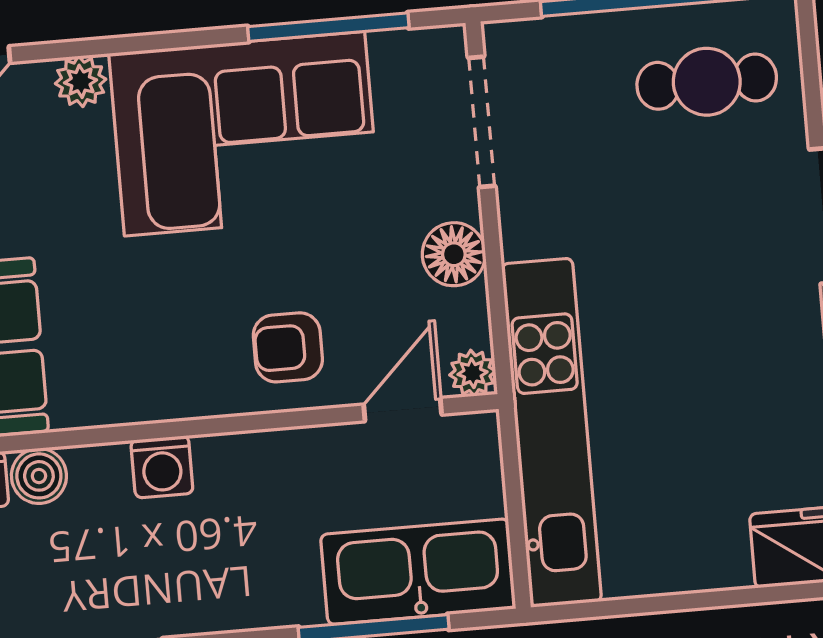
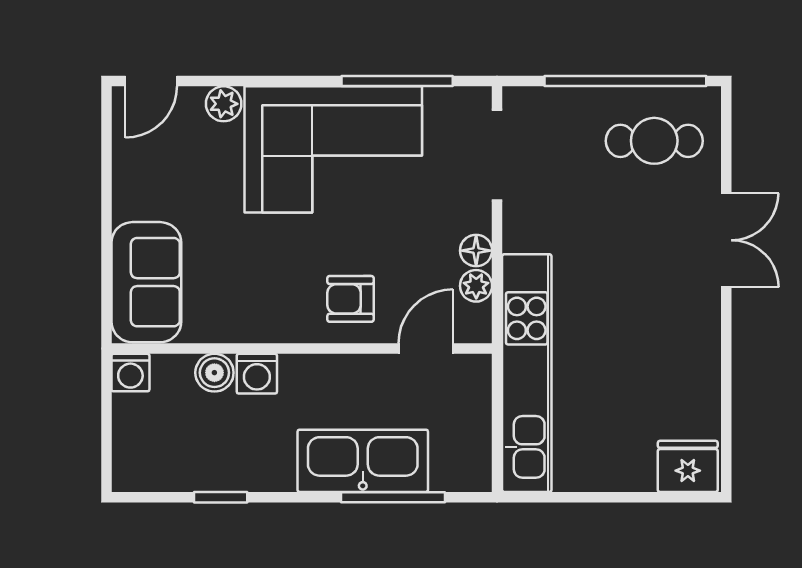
floor lamp: (454, 254) -> (476, 251), width x0.73, depth x0.73
plant: (473, 373) -> (476, 286), moved
boiler: (39, 476) -> (214, 373), moved
kitchen sink: (418, 572) -> (363, 461), moved

